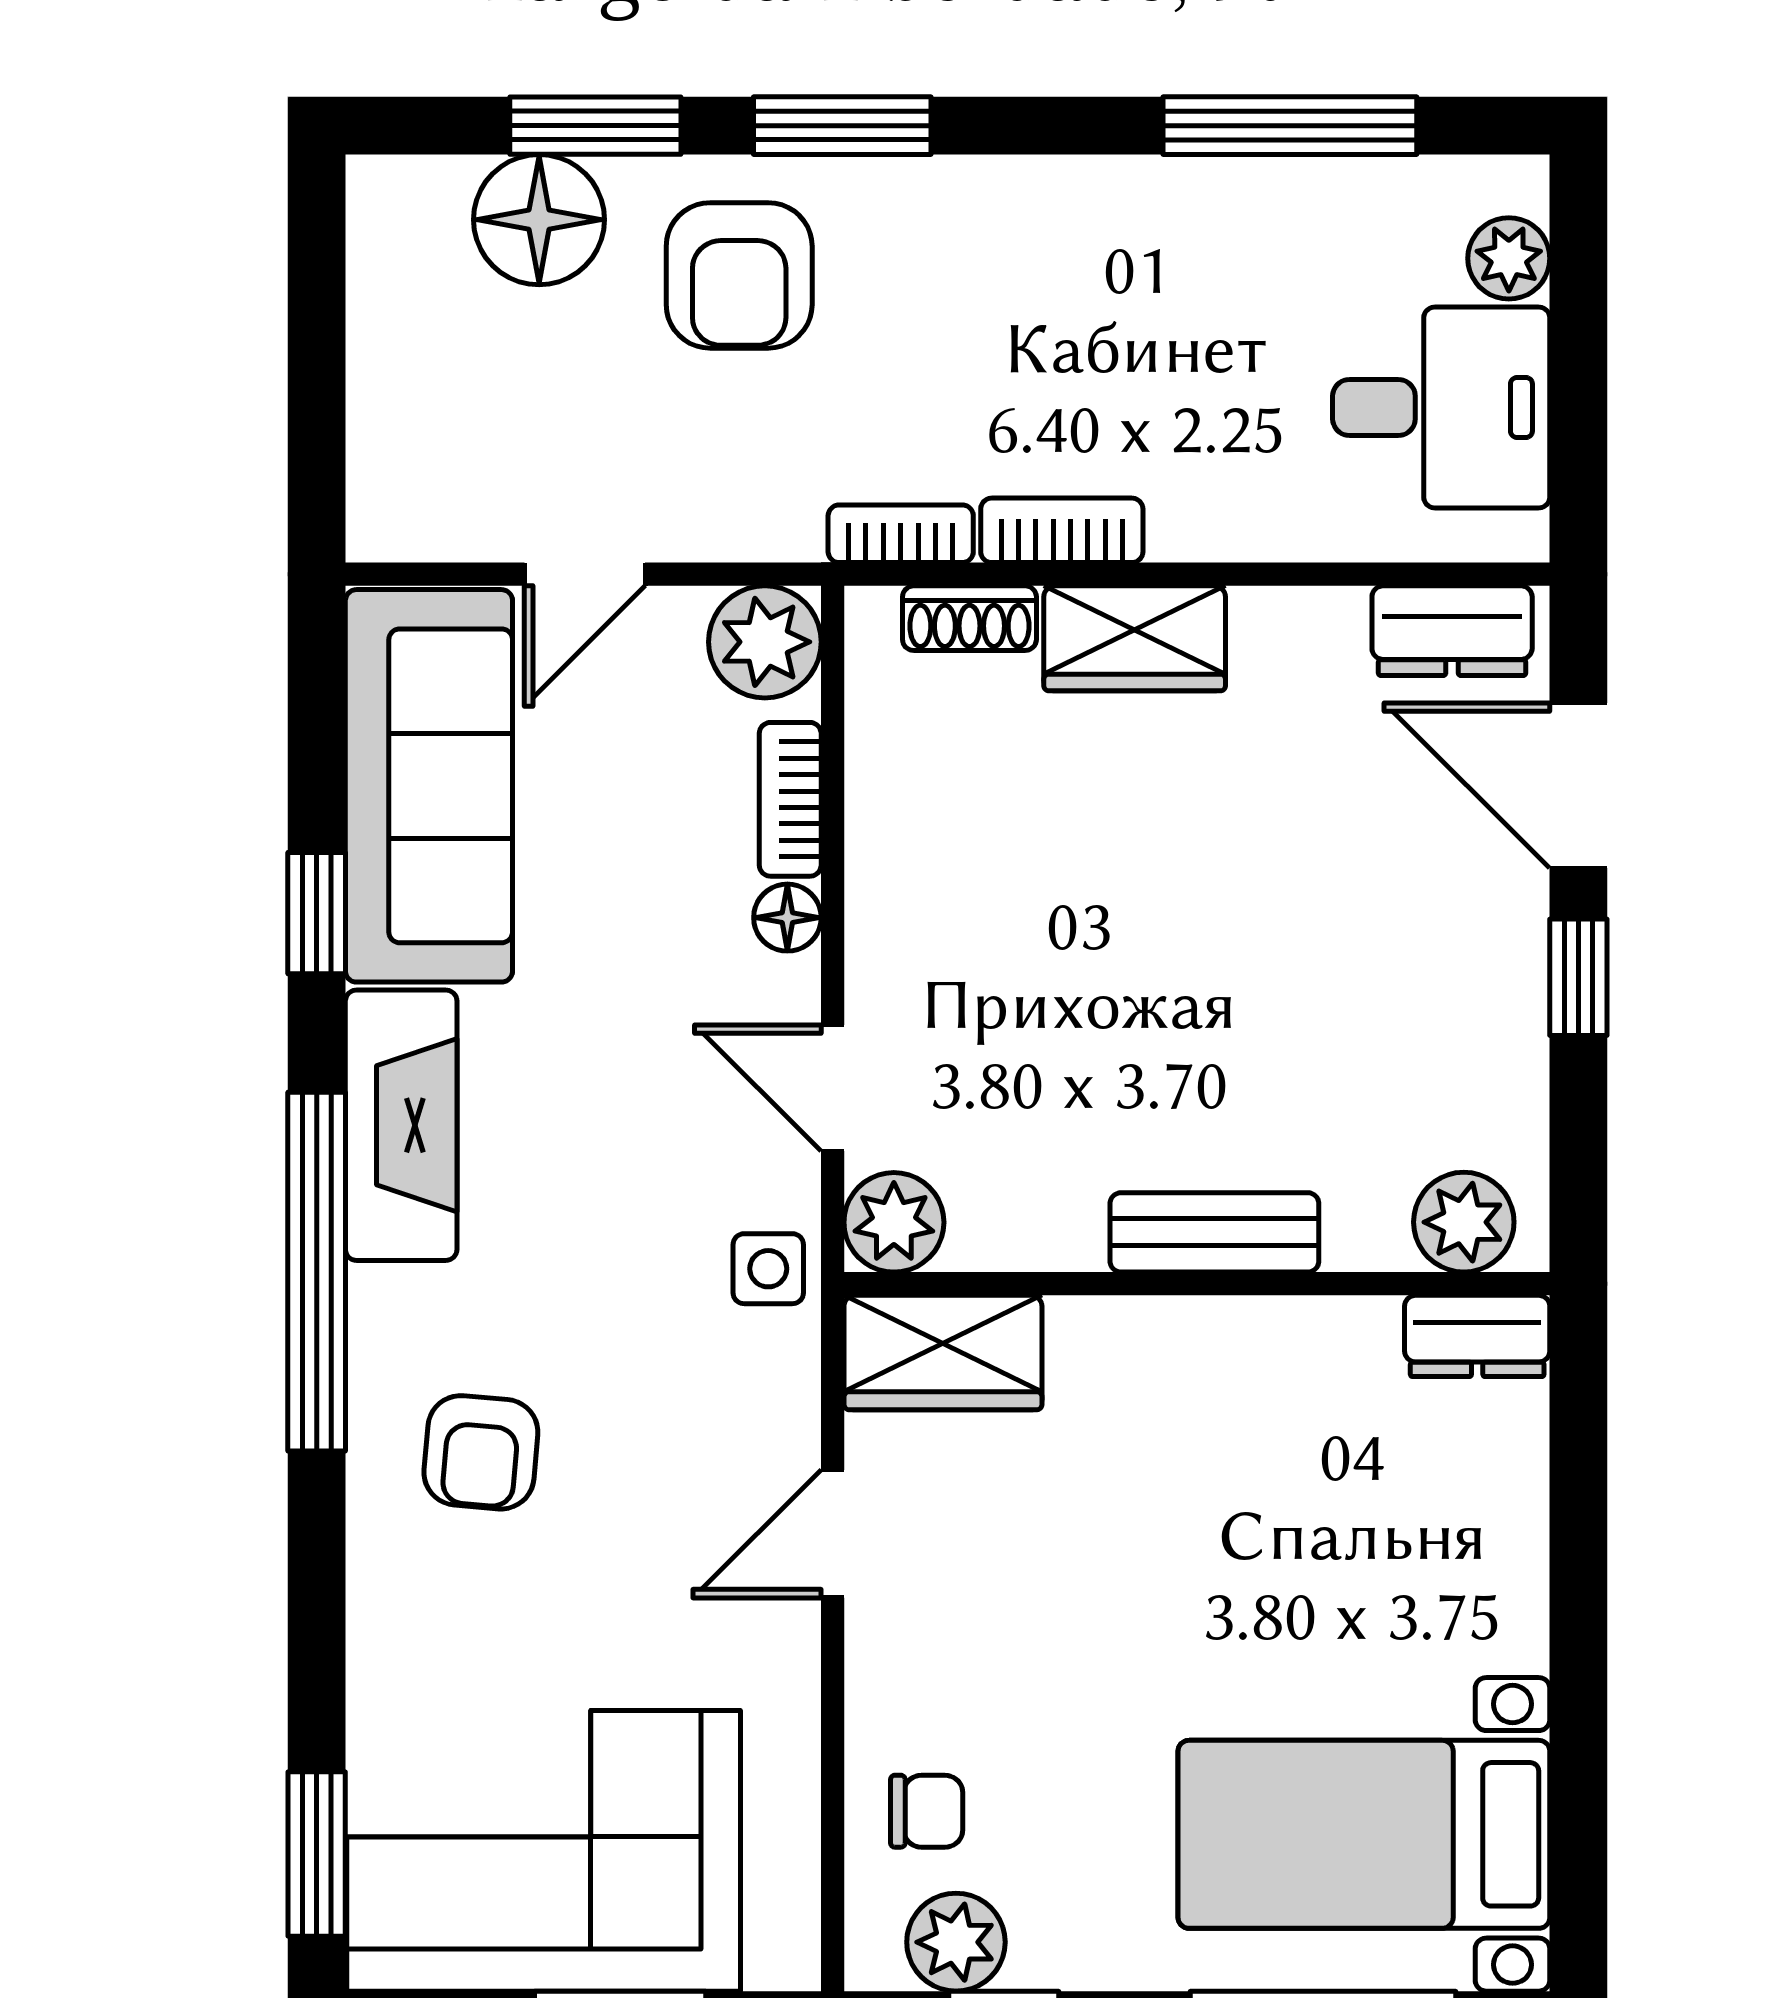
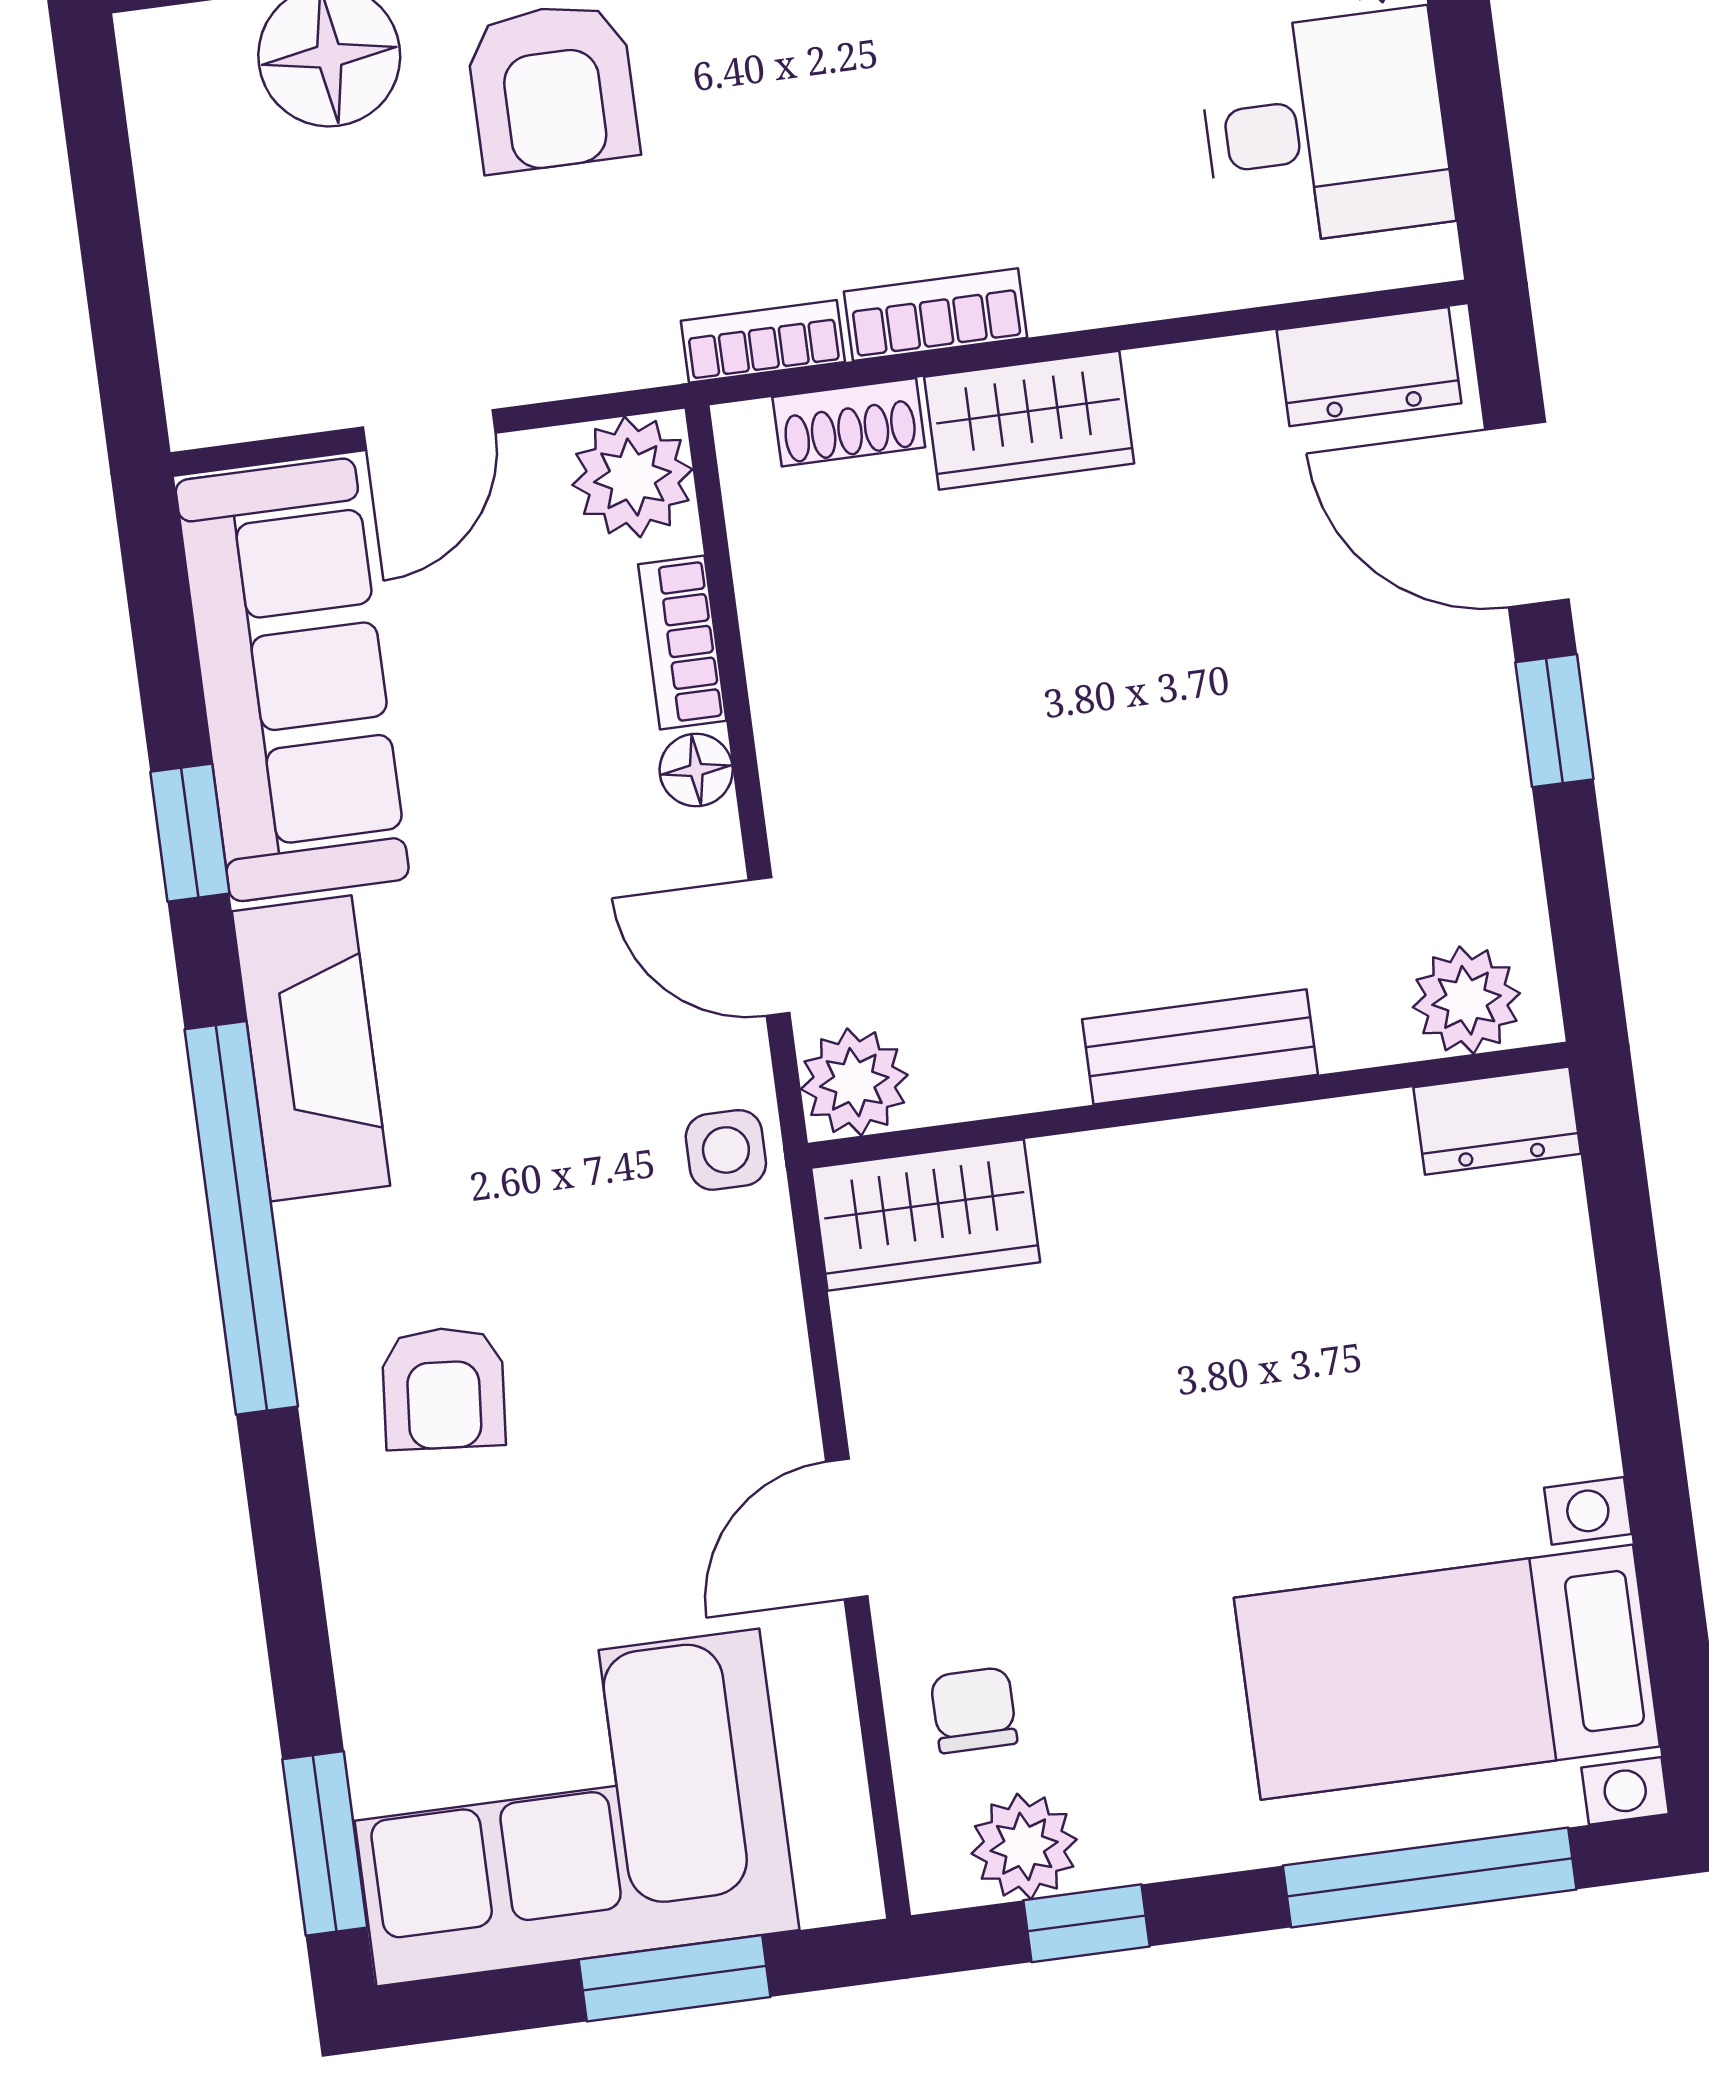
door: (833, 1534) -> (847, 1529), moved
chair: (927, 1811) -> (974, 1710), turned -90

